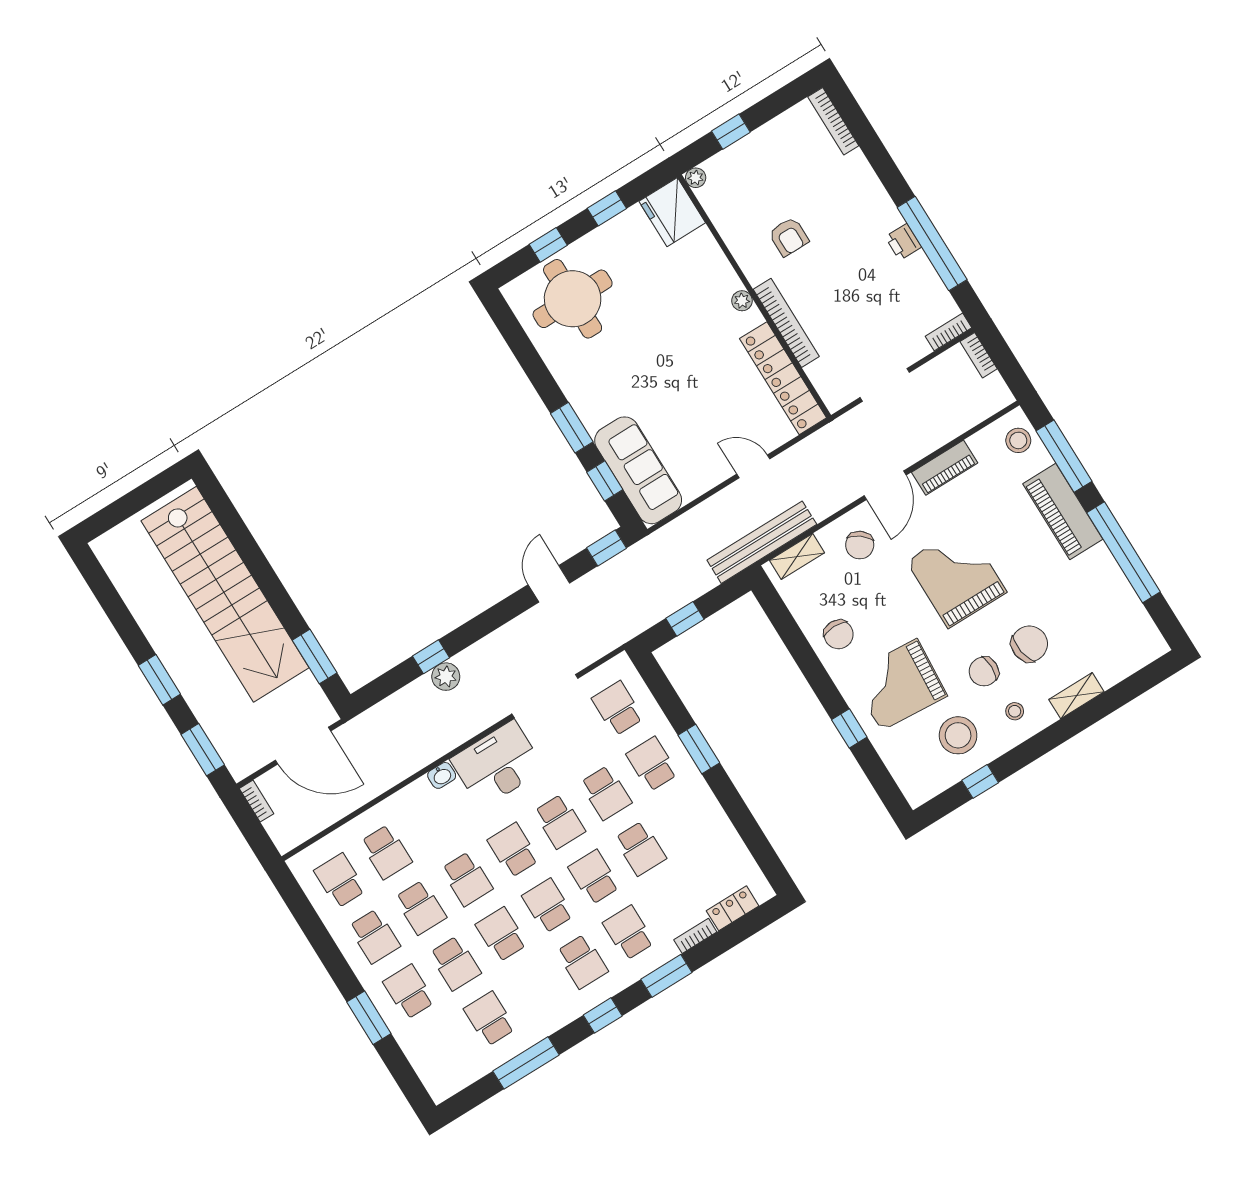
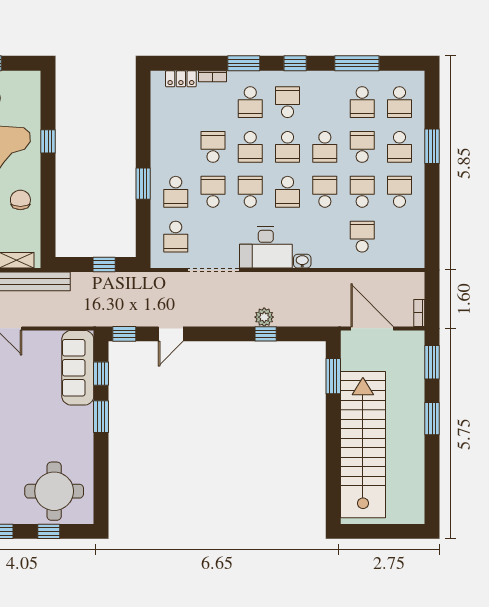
school desk: (340, 881) -> (399, 102), moved

